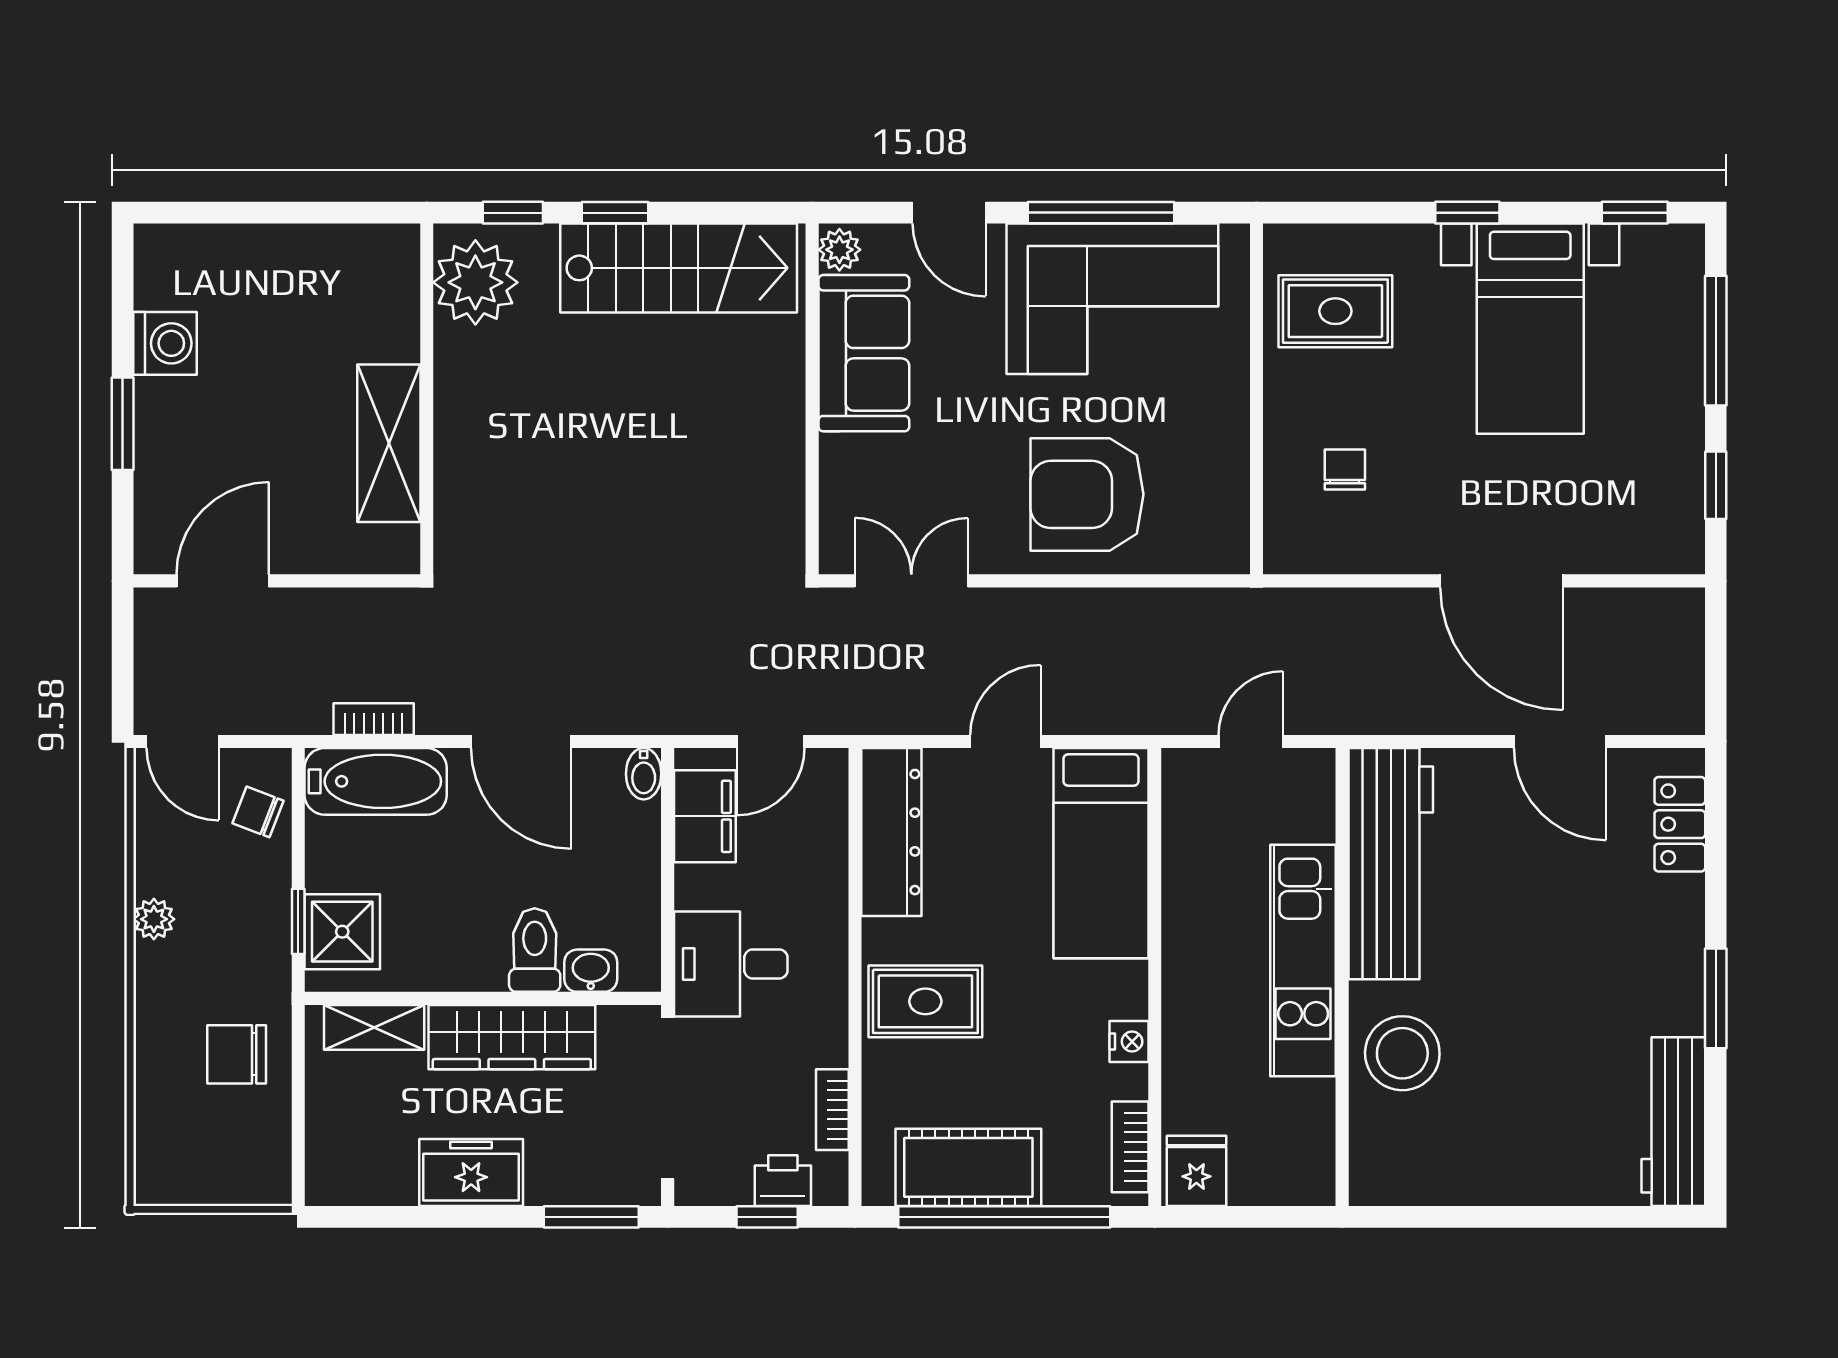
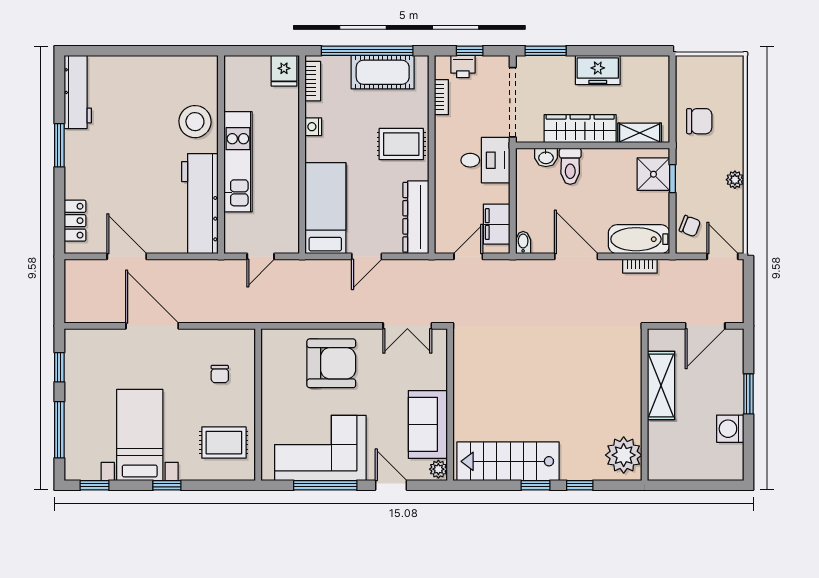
plant: (475, 282) -> (624, 455), moved
wall: (427, 399) -> (645, 405), moved
shelving: (389, 443) -> (661, 385), moved

